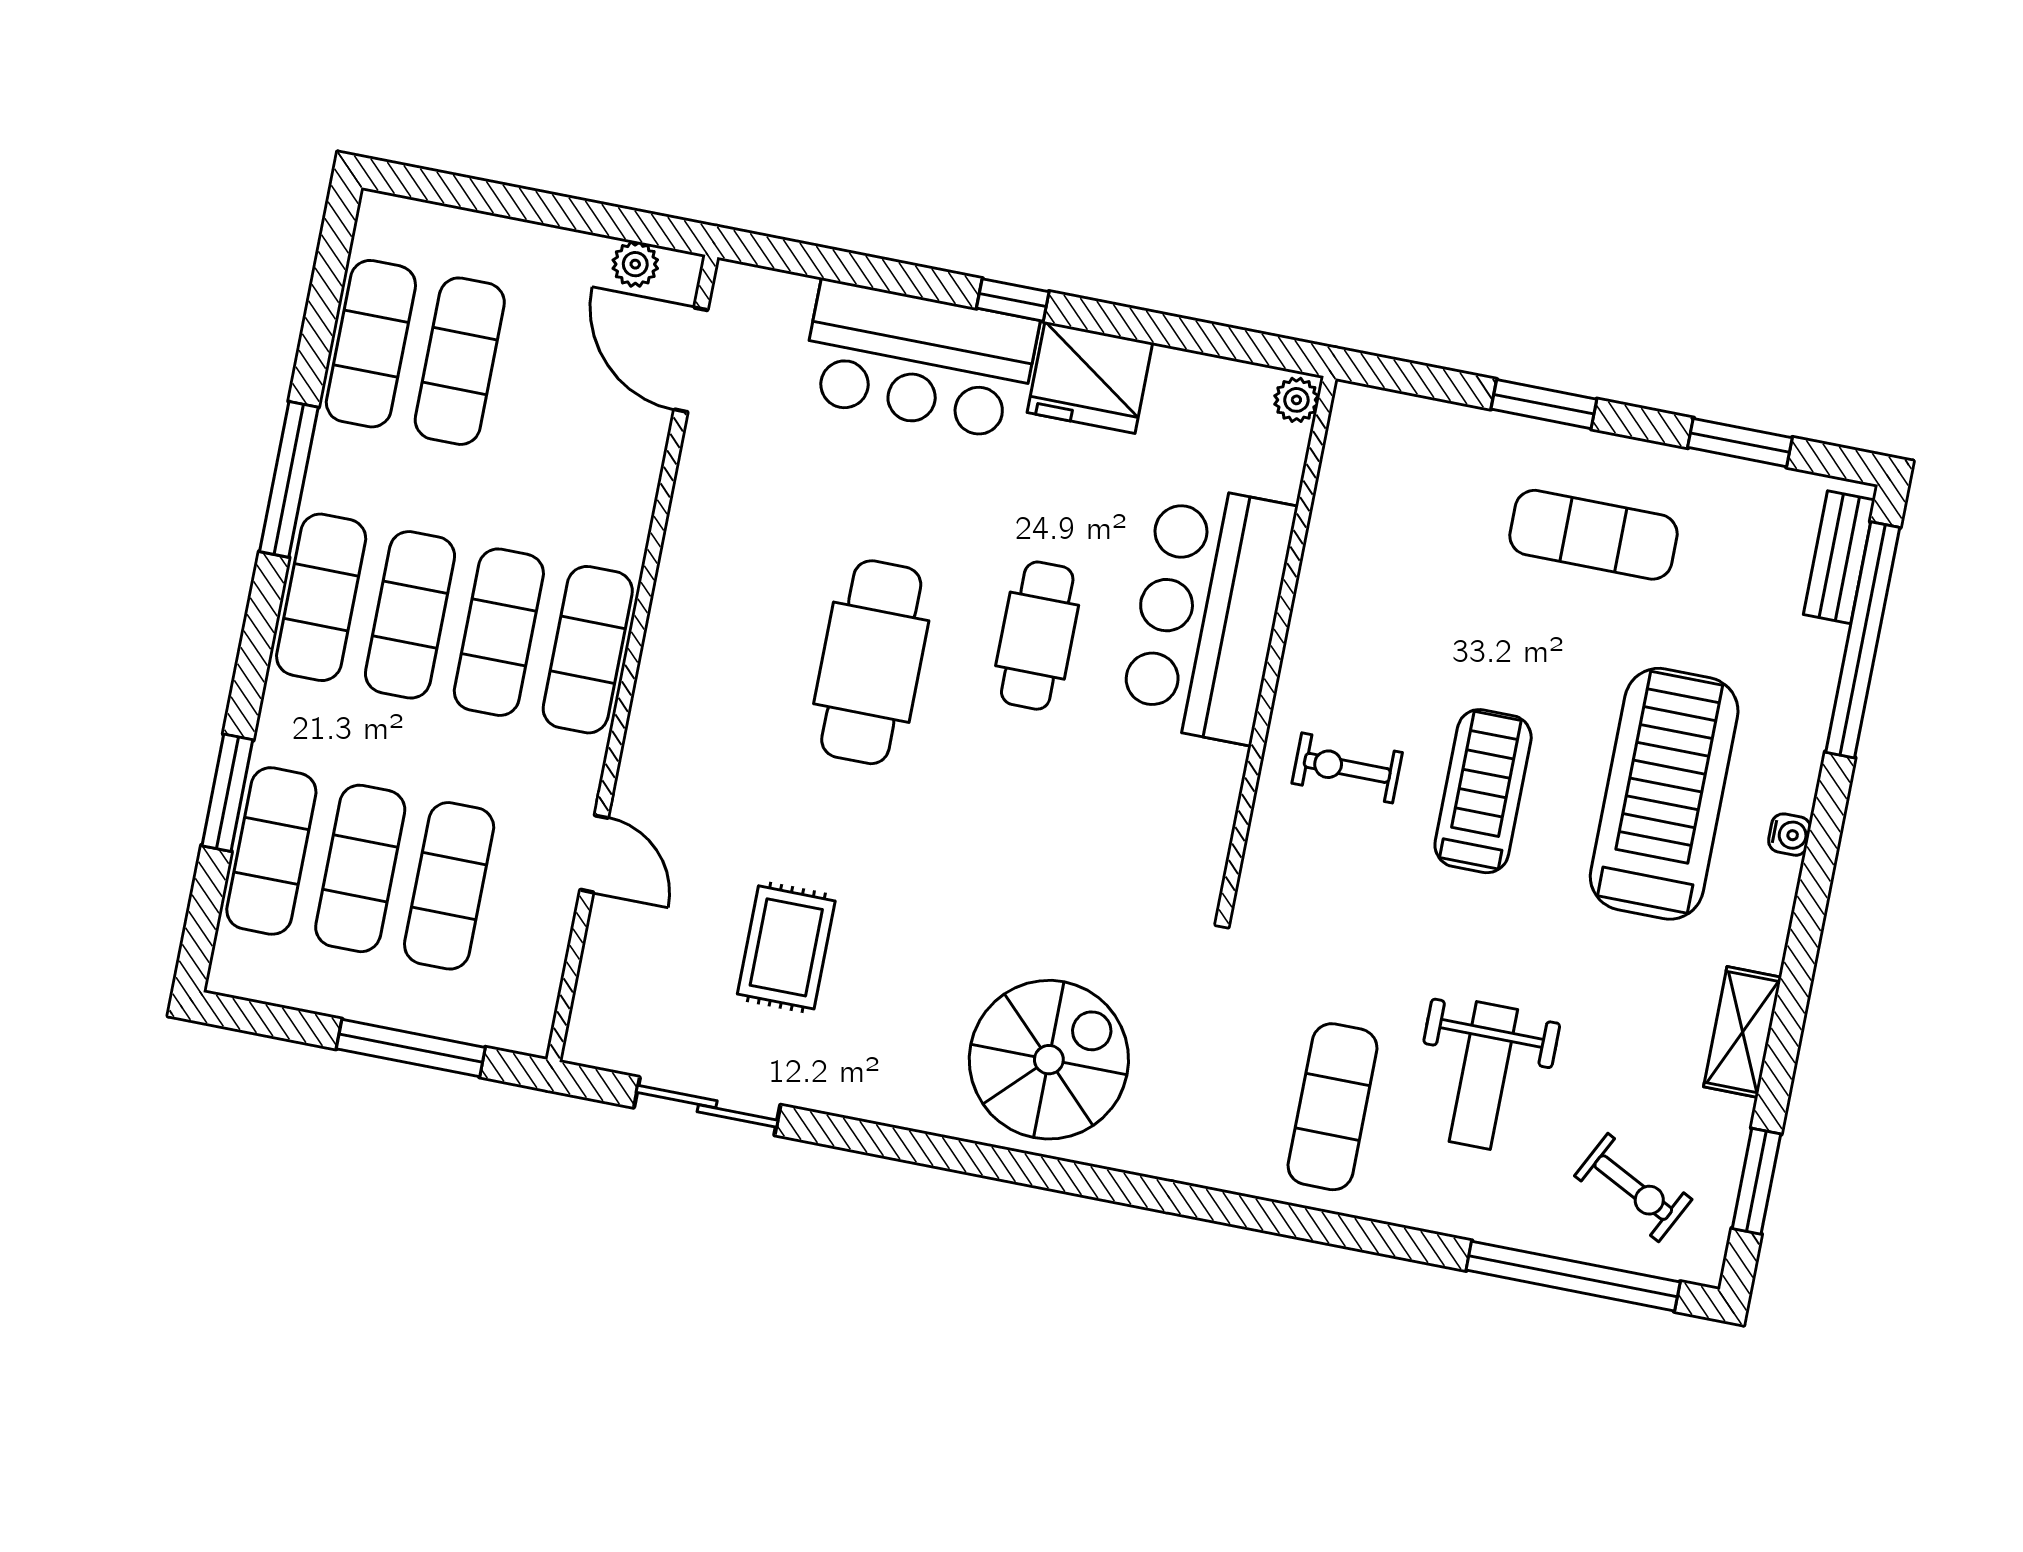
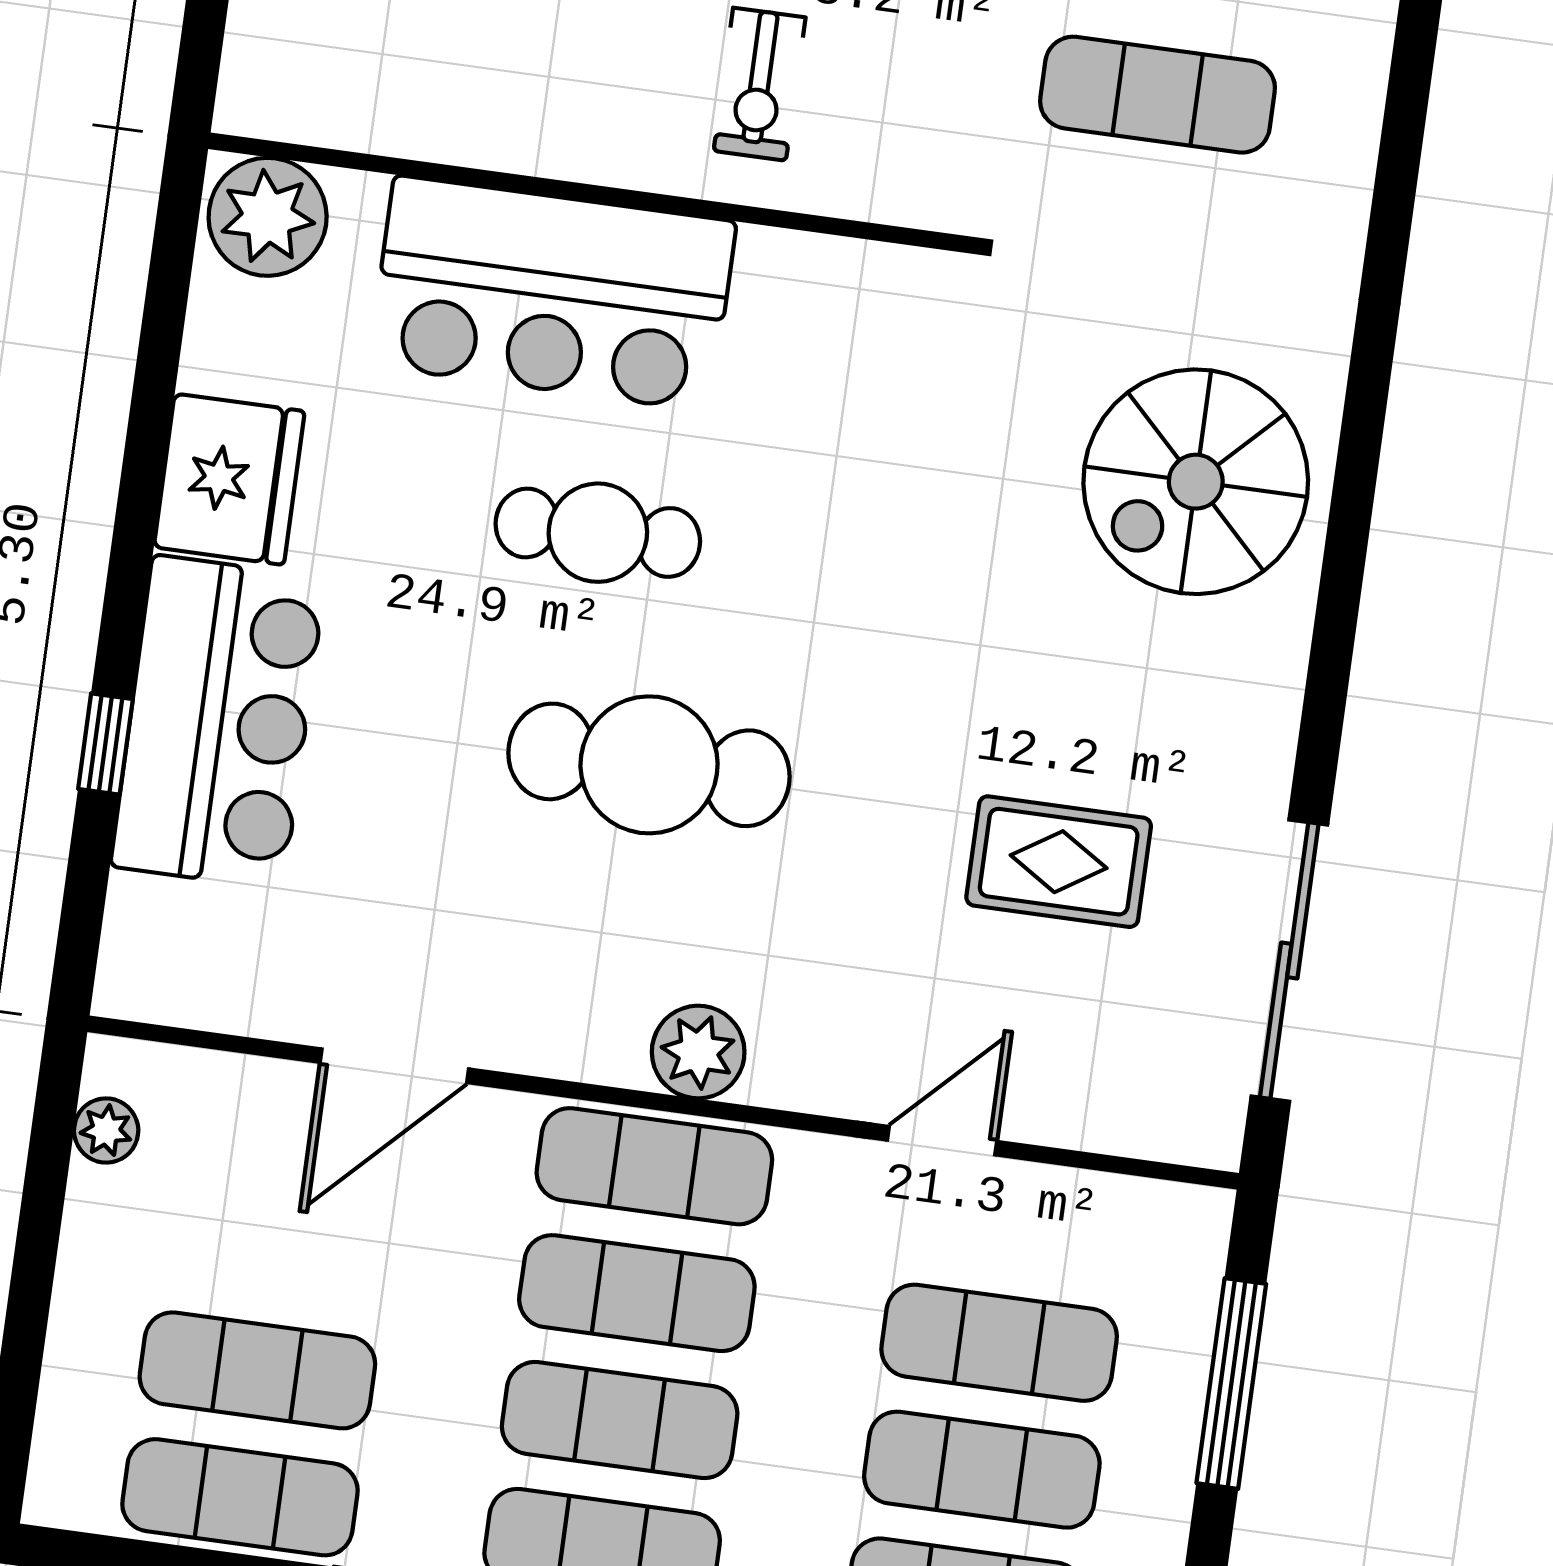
window: (1013, 300) -> (105, 744), moved
door: (691, 360) -> (394, 1066), moved
plant: (1296, 400) -> (268, 217), width x1.87, depth x1.87
plant: (667, 685) -> (698, 1052), added
spiral stairs: (1049, 1060) -> (1196, 482), turned -90
sliding door: (707, 1106) -> (1289, 961), width x1.37
exercise mat: (1333, 1107) -> (1158, 95), moved

